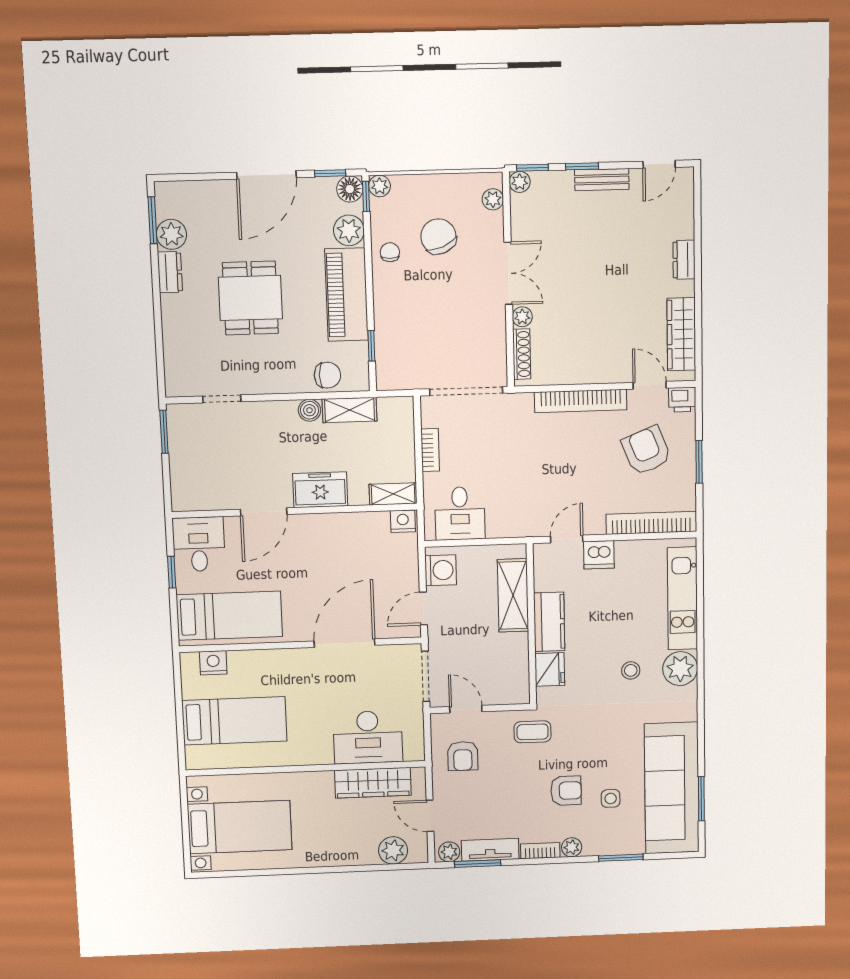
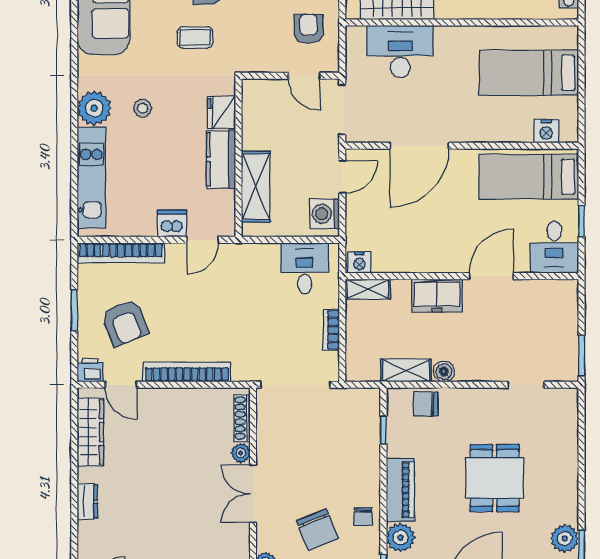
dresser: (170, 272) -> (568, 504), removed
piano: (346, 295) -> (400, 490), width x0.73, depth x0.75
coffee table: (533, 732) -> (195, 37), moved

